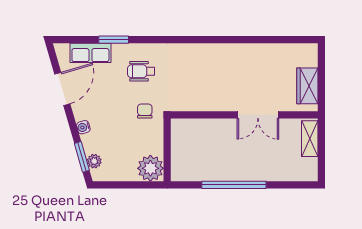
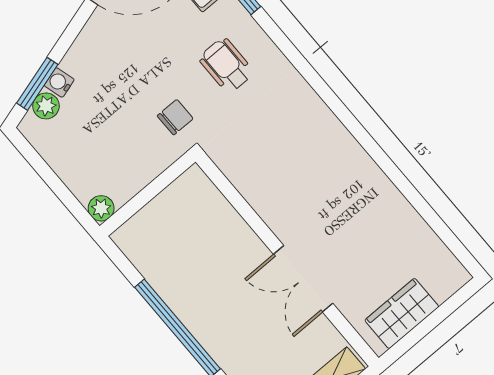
water cooler: (83, 127) -> (59, 82), moved
plant: (150, 168) -> (101, 208), width x0.53, depth x0.53

